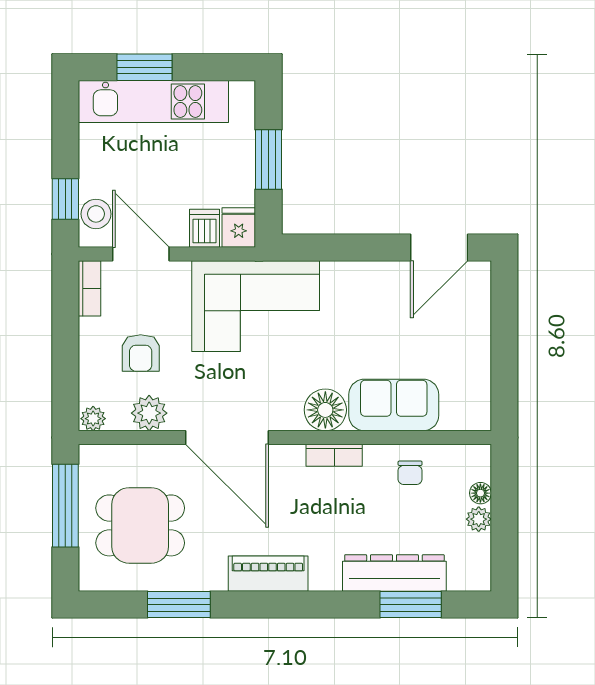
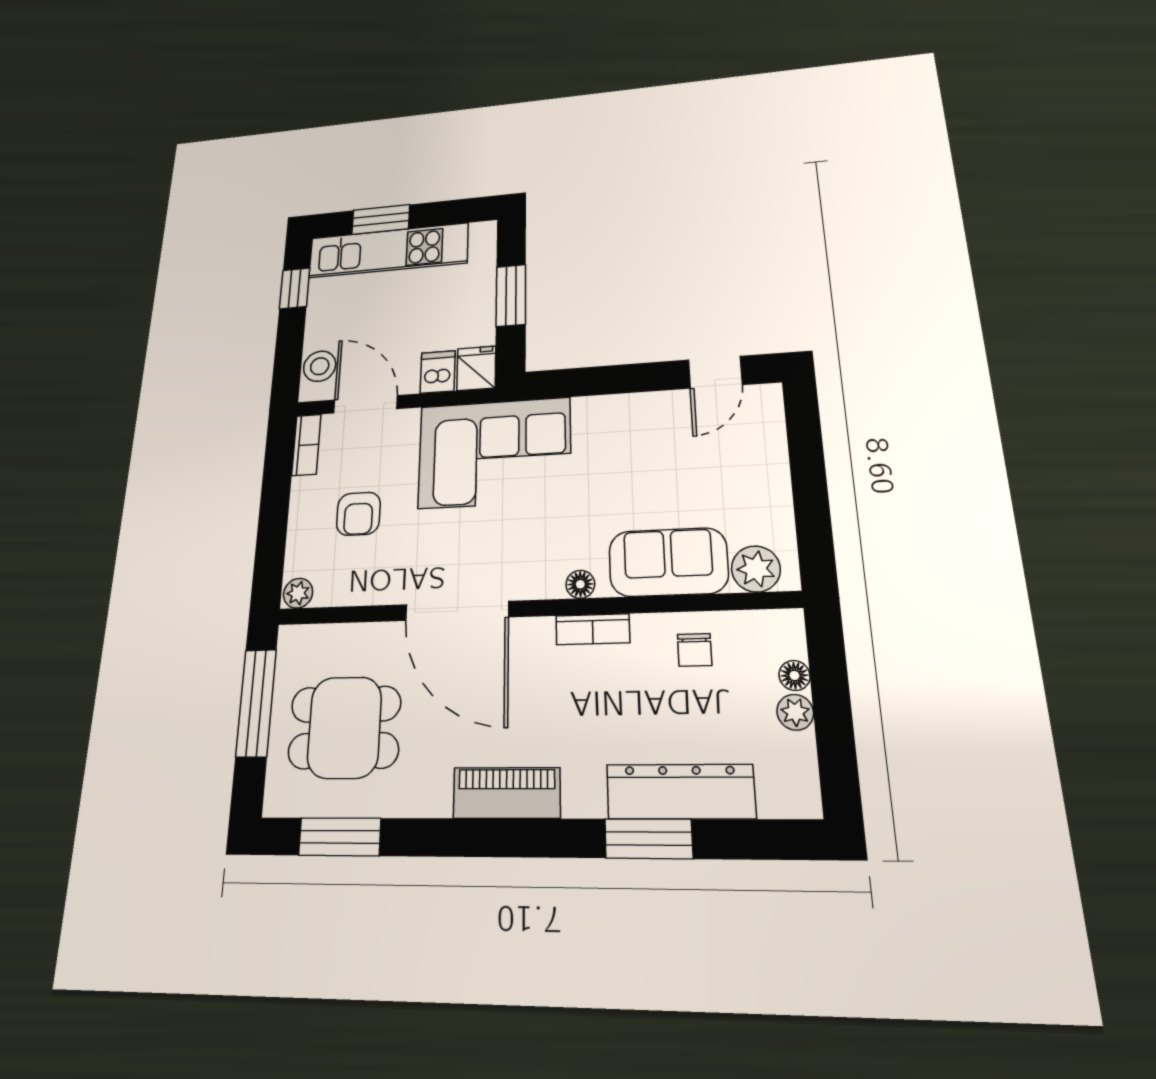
window: (65, 199) -> (295, 288), moved
door: (439, 247) -> (715, 372), width x0.73
floor lamp: (325, 410) -> (580, 584), width x0.53, depth x0.53
plant: (149, 413) -> (756, 569), moved
window: (179, 605) -> (340, 837), moved
window: (411, 605) -> (648, 839), moved

